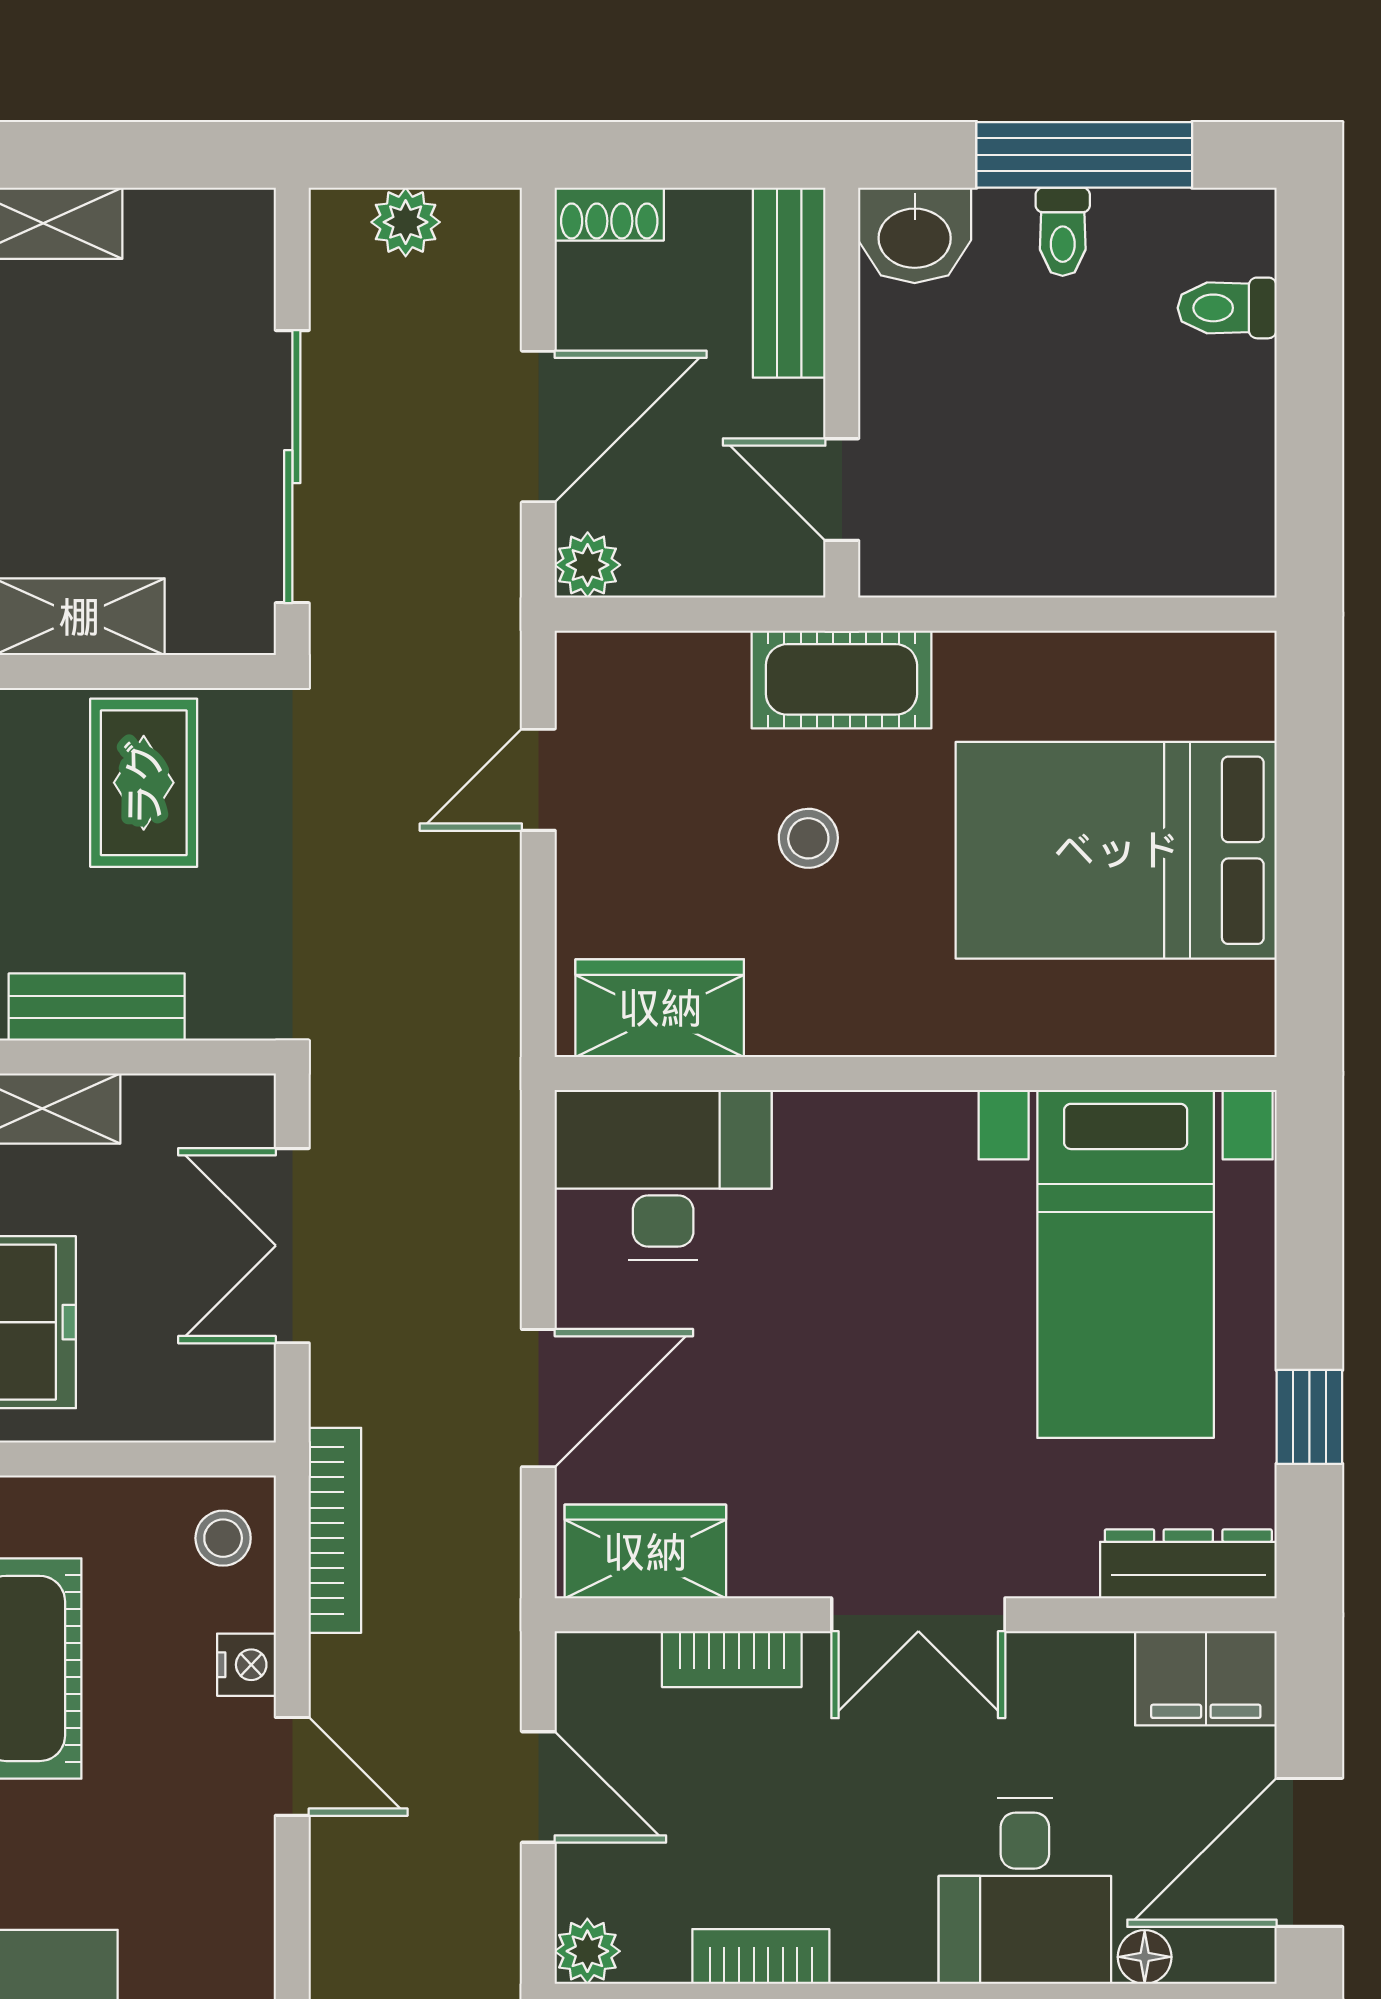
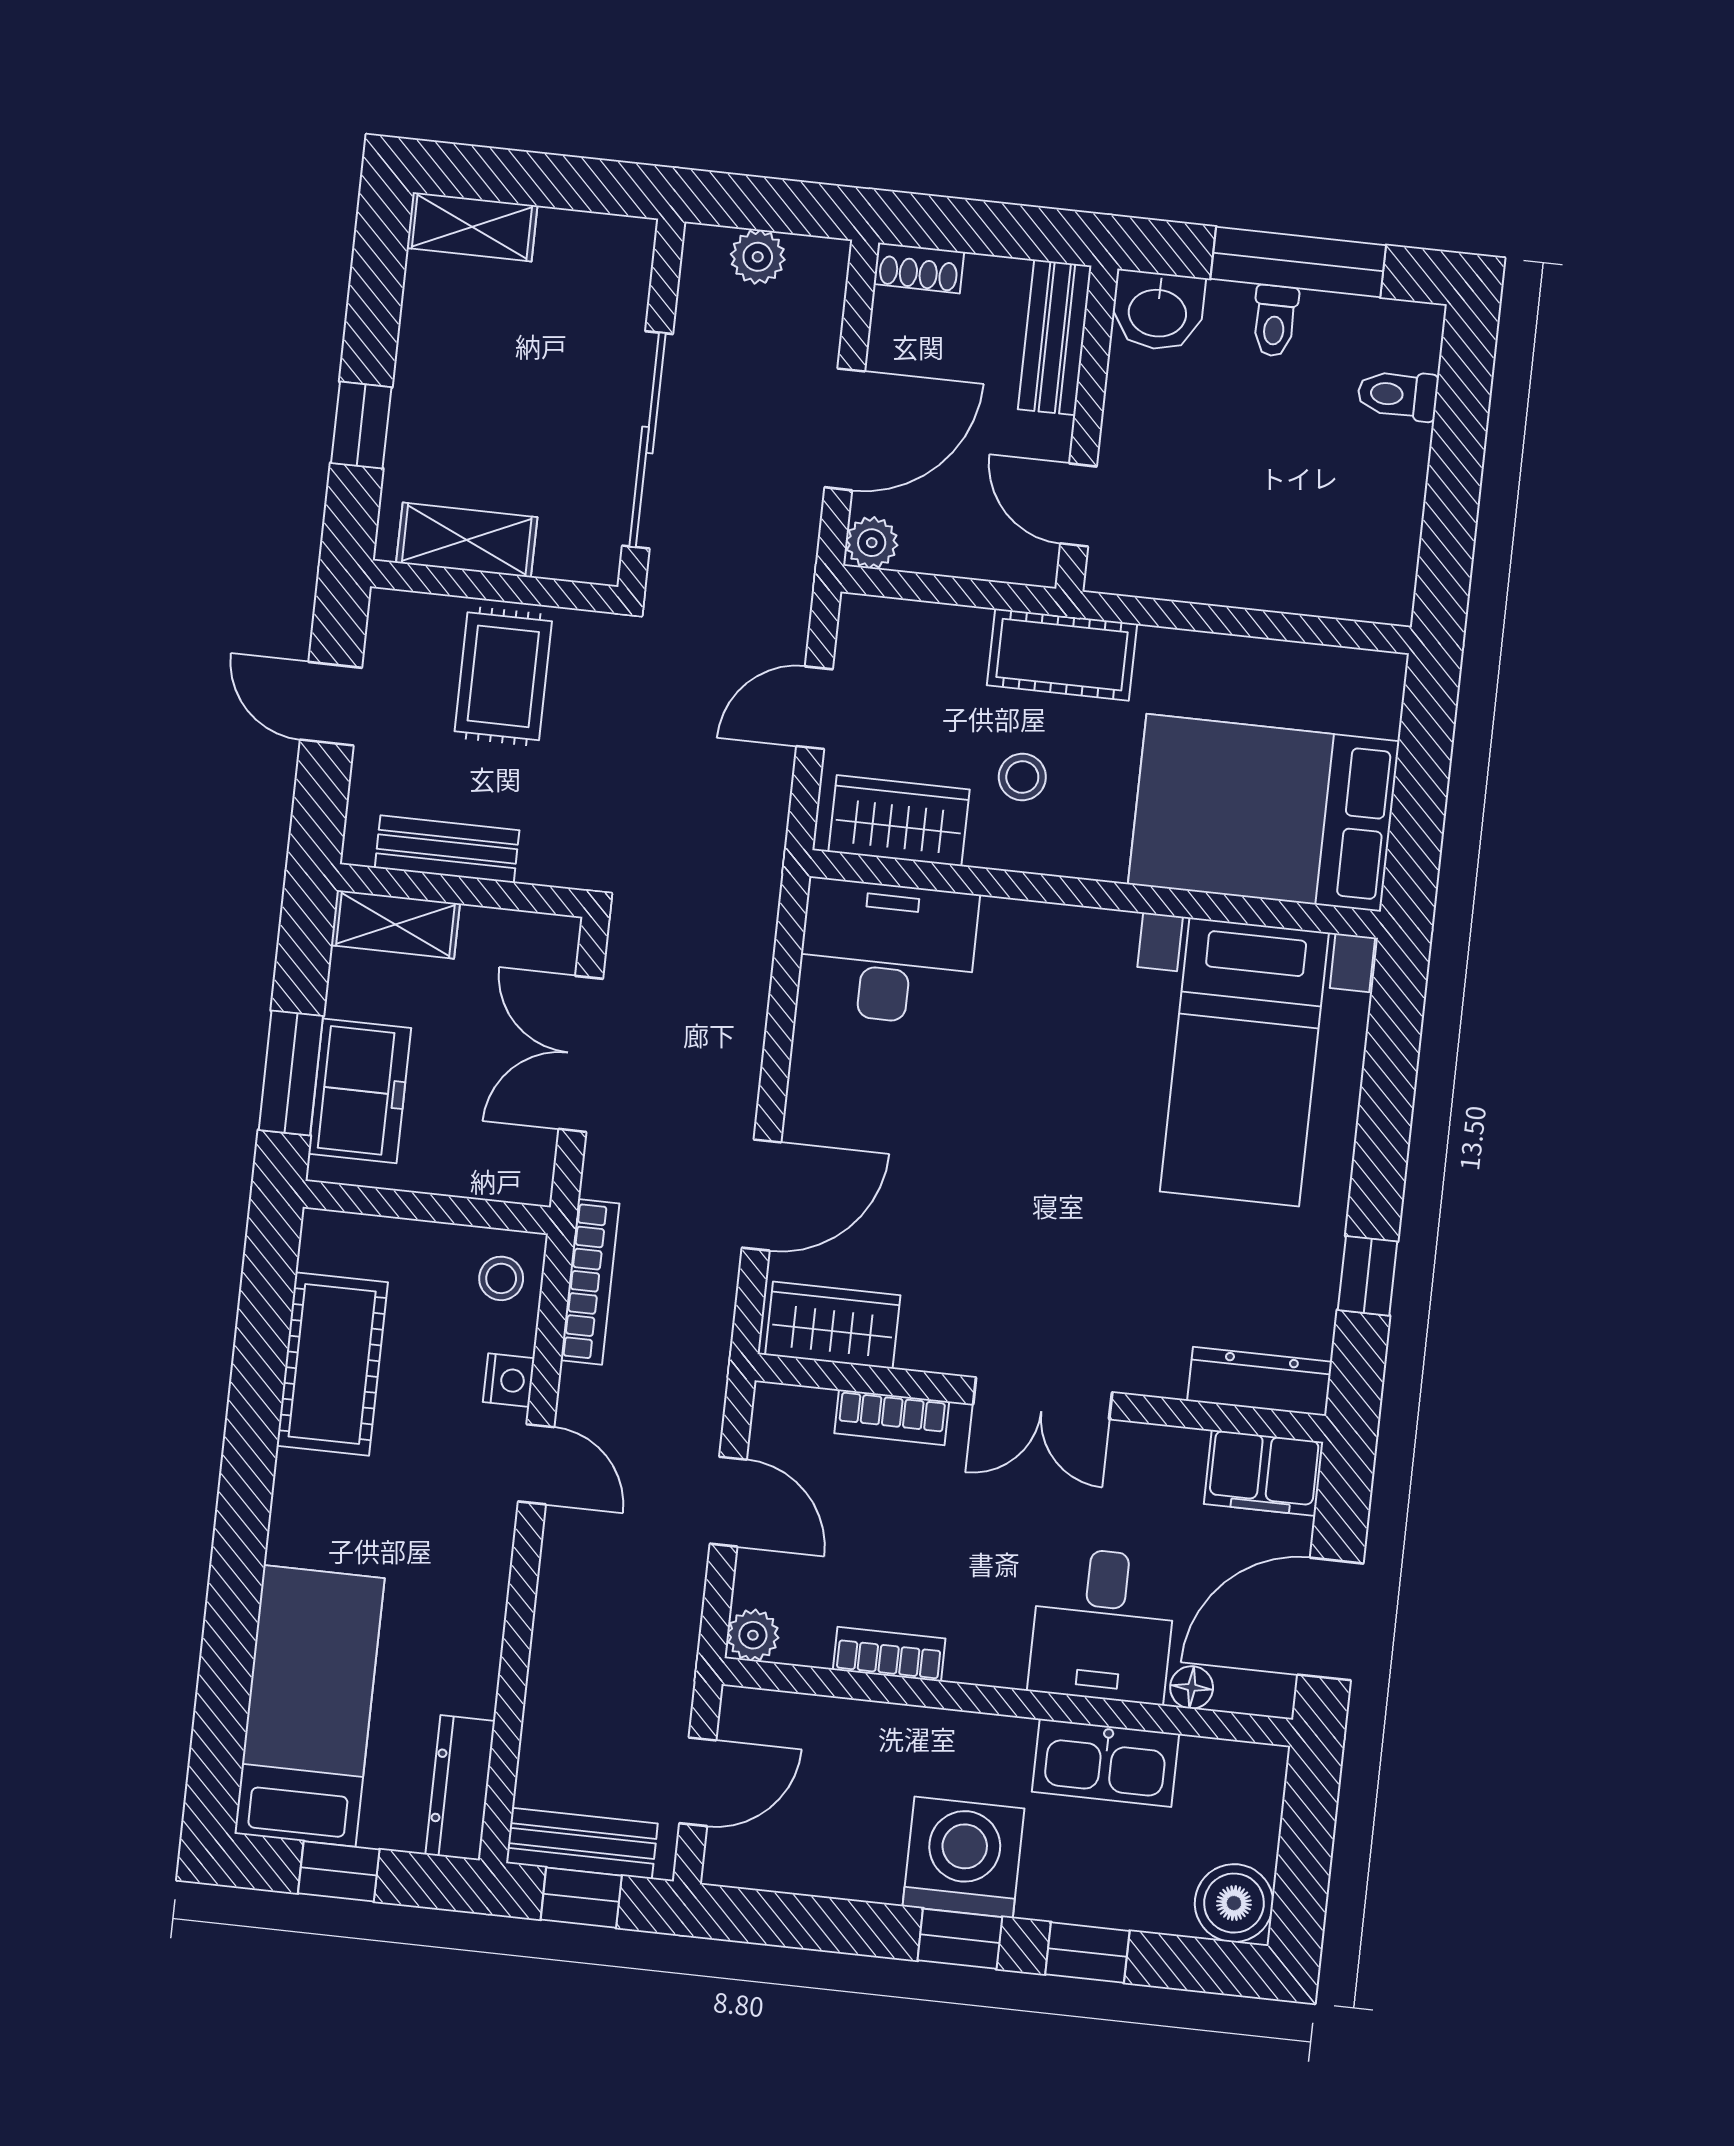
wardrobe: (660, 1008) -> (899, 821), moved
wall: (916, 1073) -> (1095, 894), moved
desk: (663, 1175) -> (887, 952), moved
bed with nightstands: (1126, 1264) -> (1244, 1062), moved

